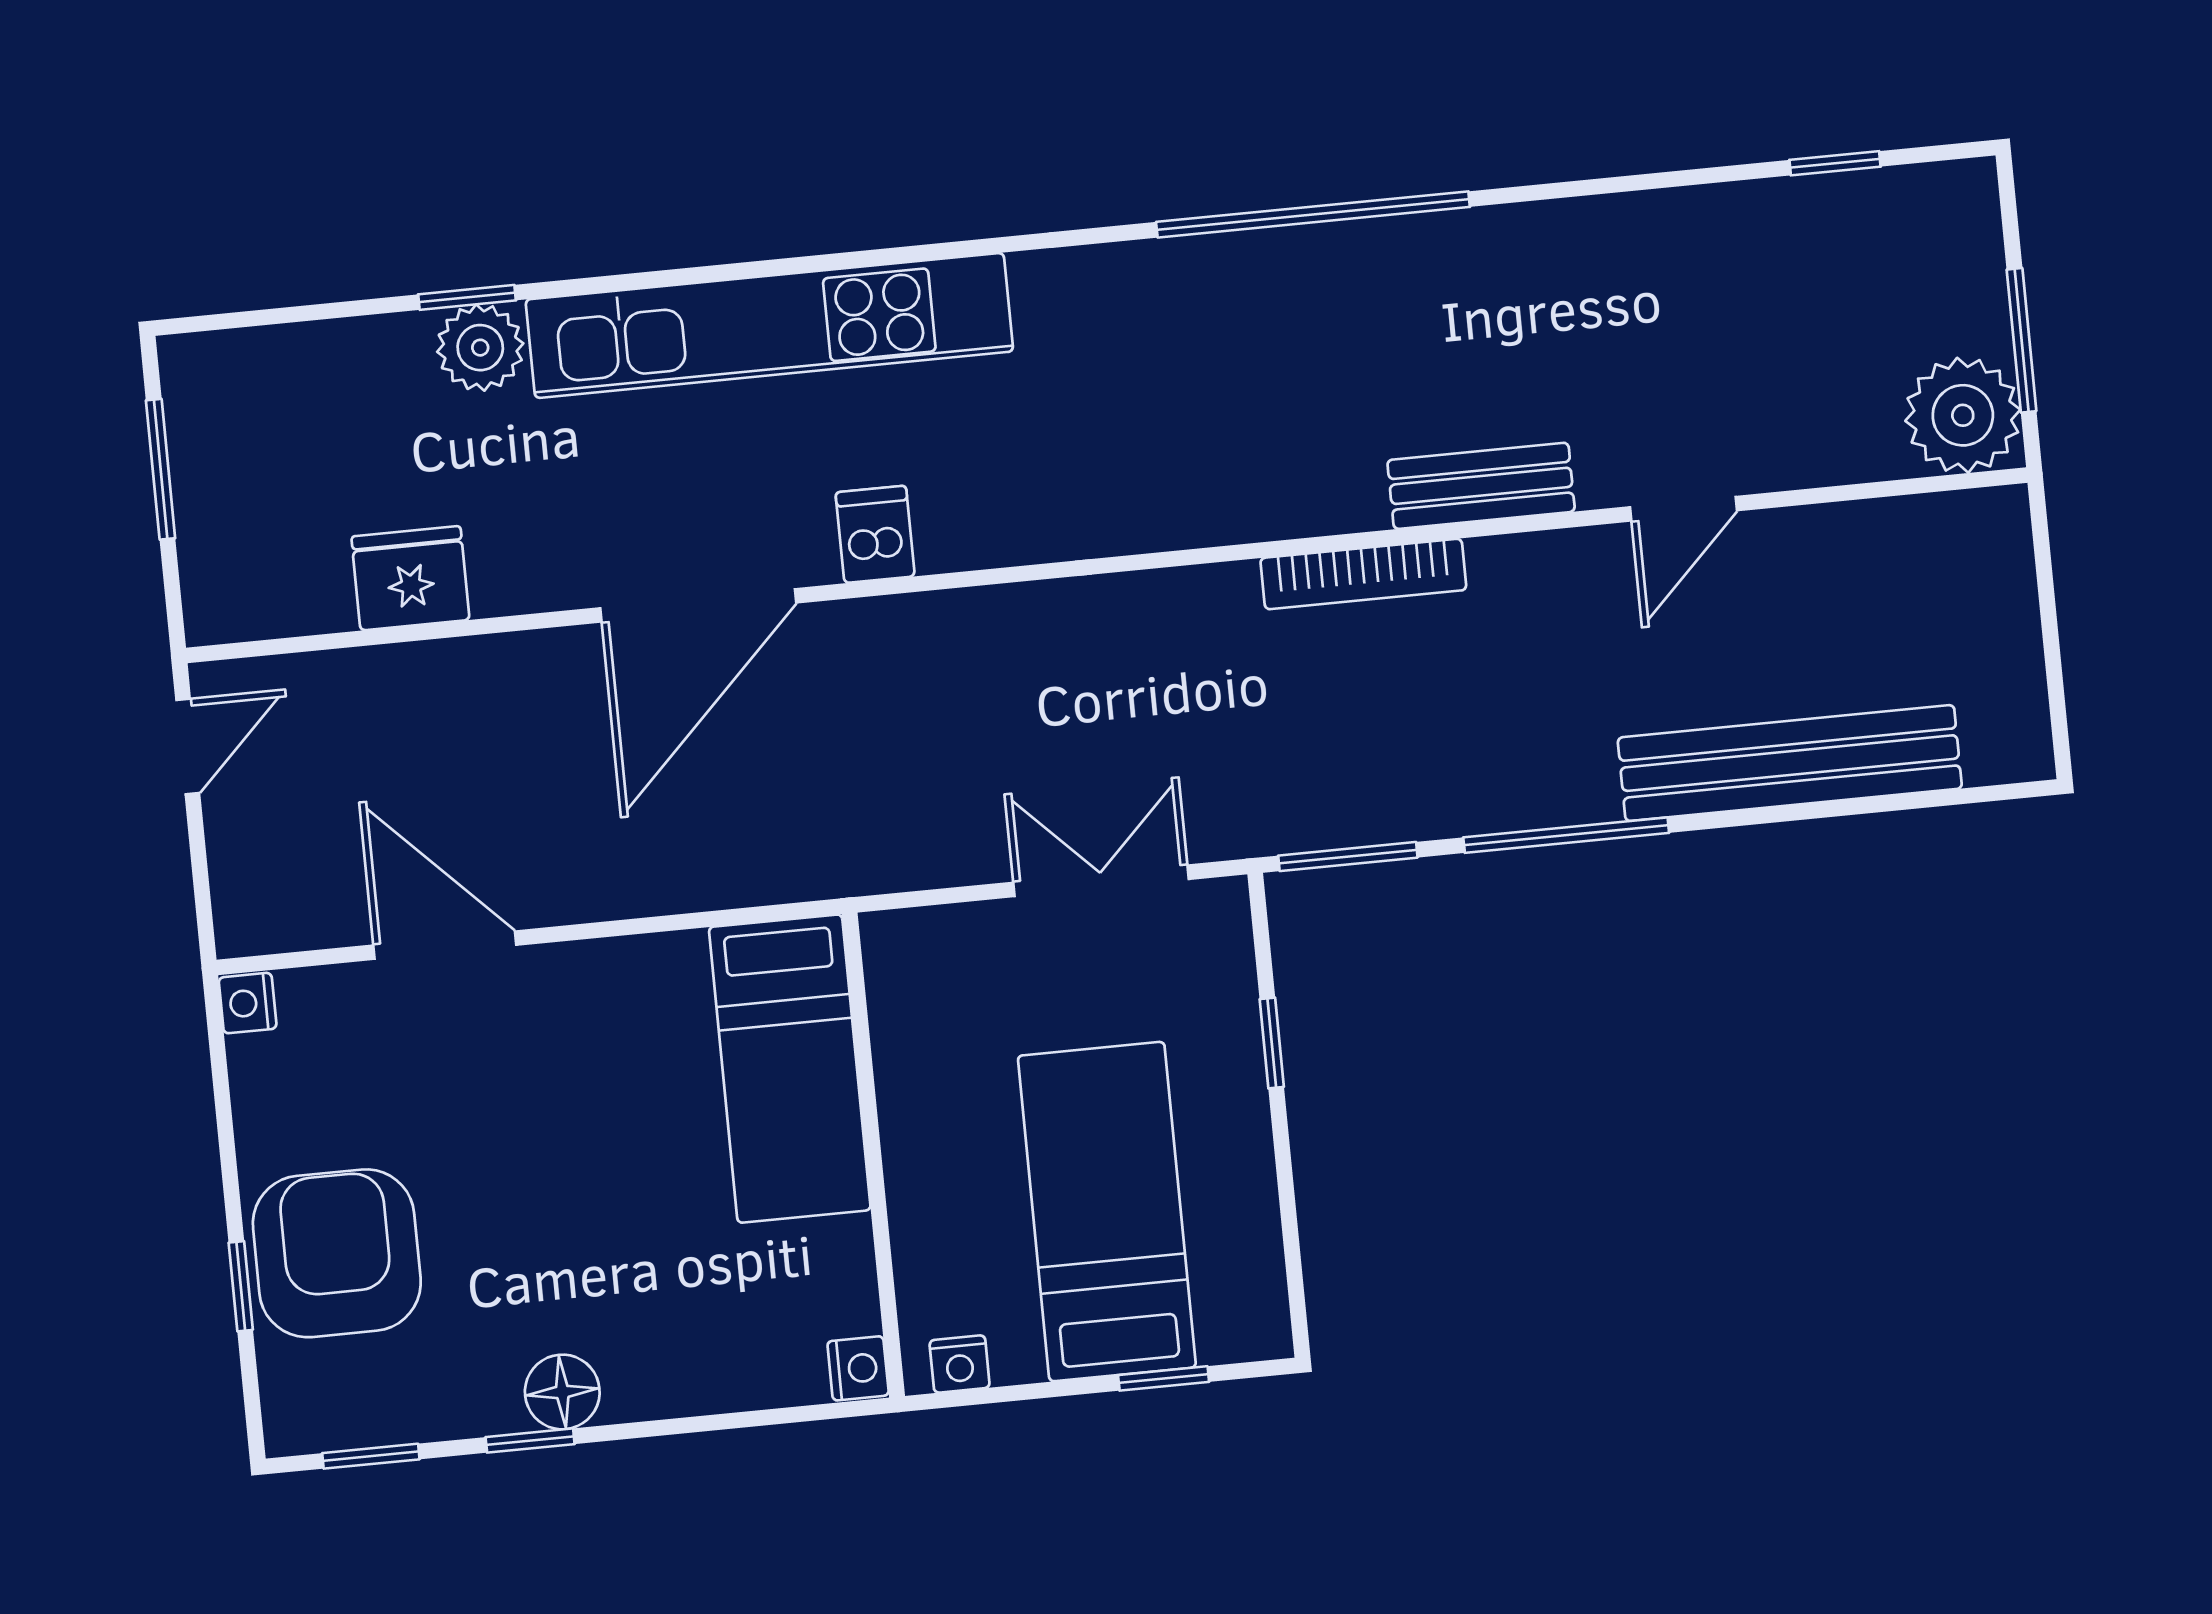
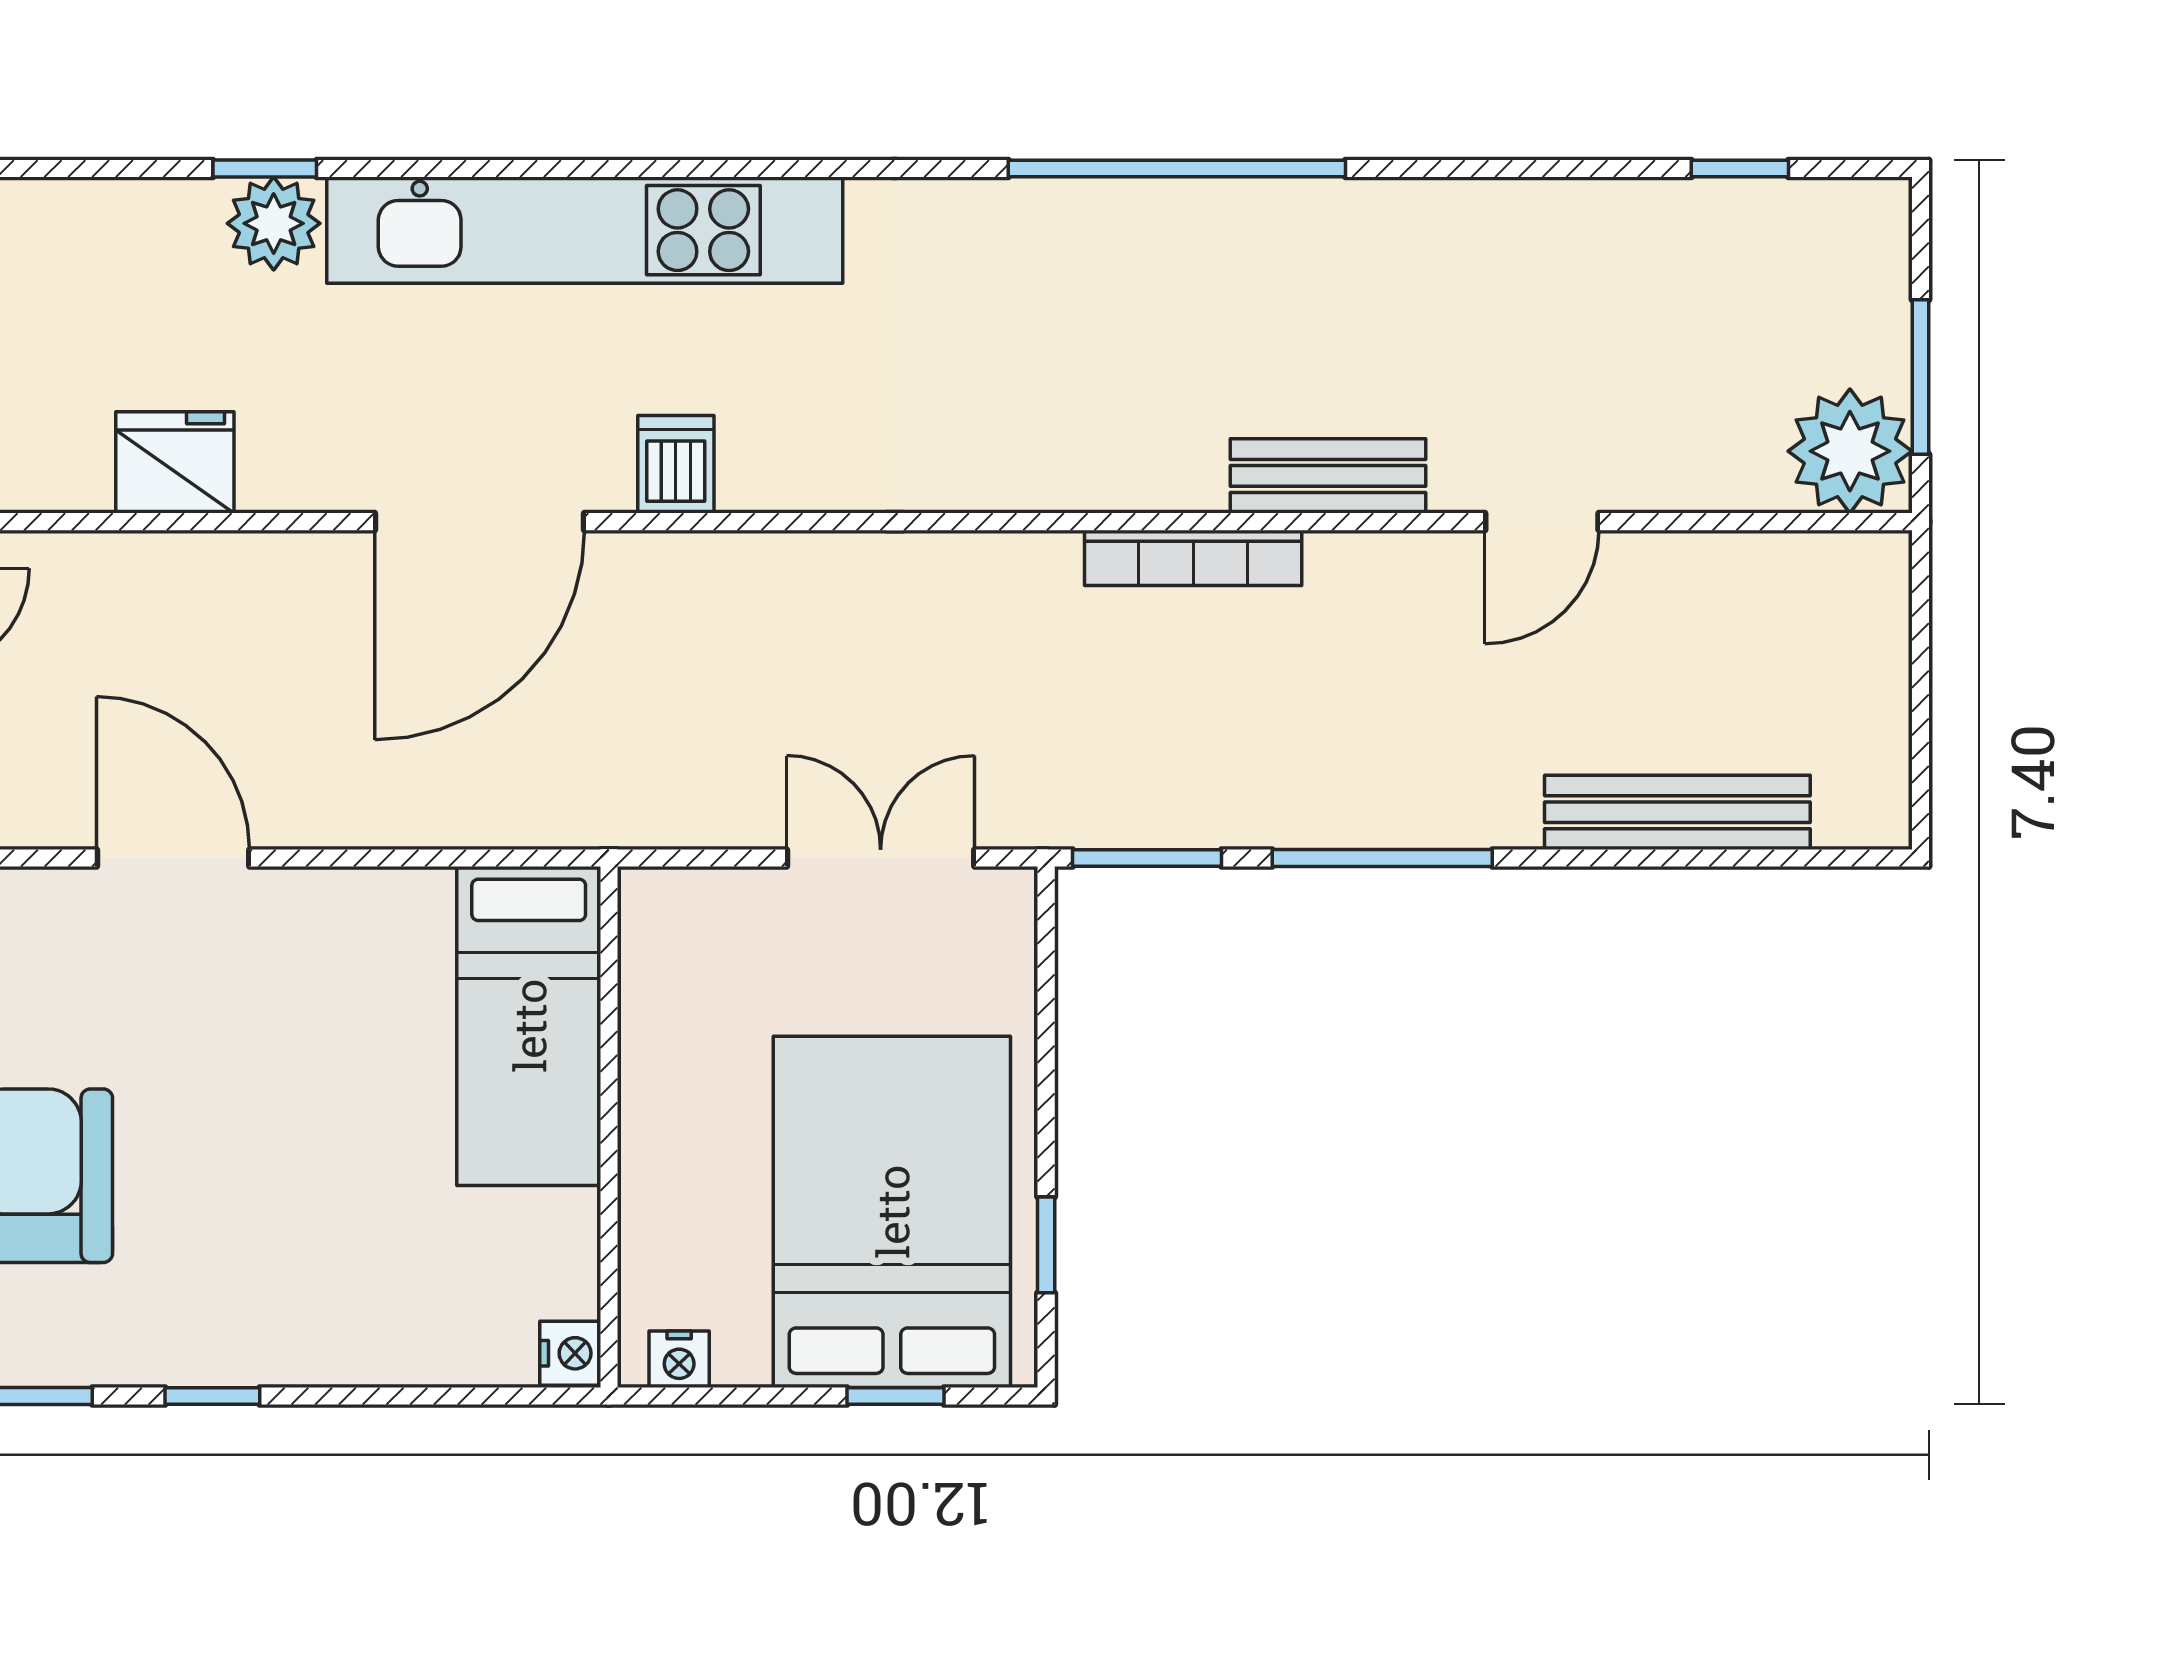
bench: (1790, 763) -> (1677, 812), width x0.73, depth x0.82
window: (1272, 1043) -> (1046, 1245), moved
bed: (1107, 1212) -> (892, 1212), width x1.50
floor lamp: (562, 1392) -> (252, 1348), removed

